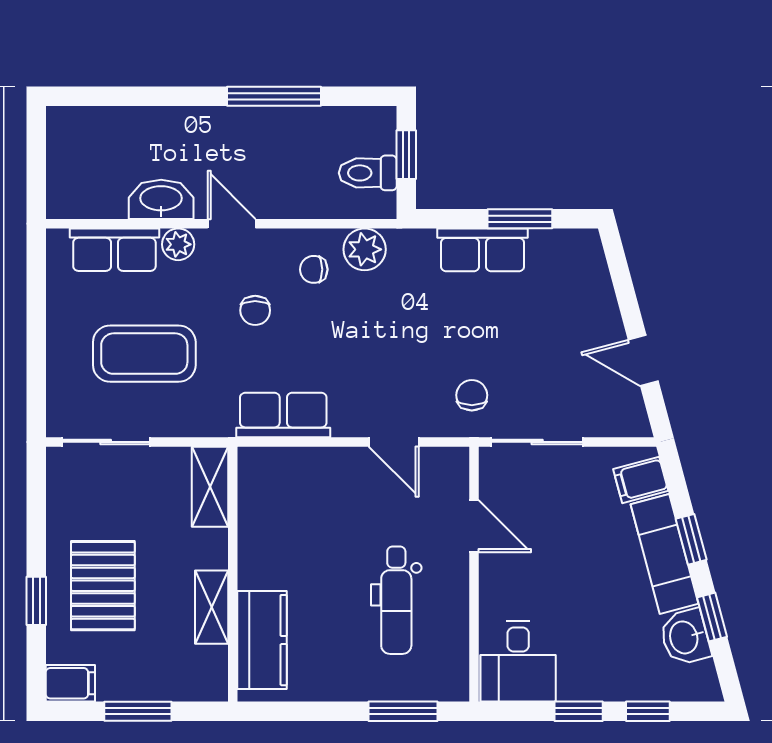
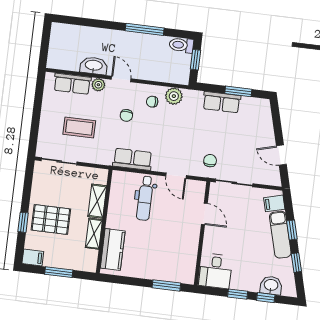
toilet: (368, 173) -> (181, 45), moved
coffee table: (144, 354) -> (79, 127), width x0.73, depth x0.76
shelving: (210, 487) -> (97, 201), moved
pallet: (103, 586) -> (51, 220), turned 90
dental chair: (396, 600) -> (145, 198), moved
washbasin: (685, 637) -> (271, 285), moved, turned 105

